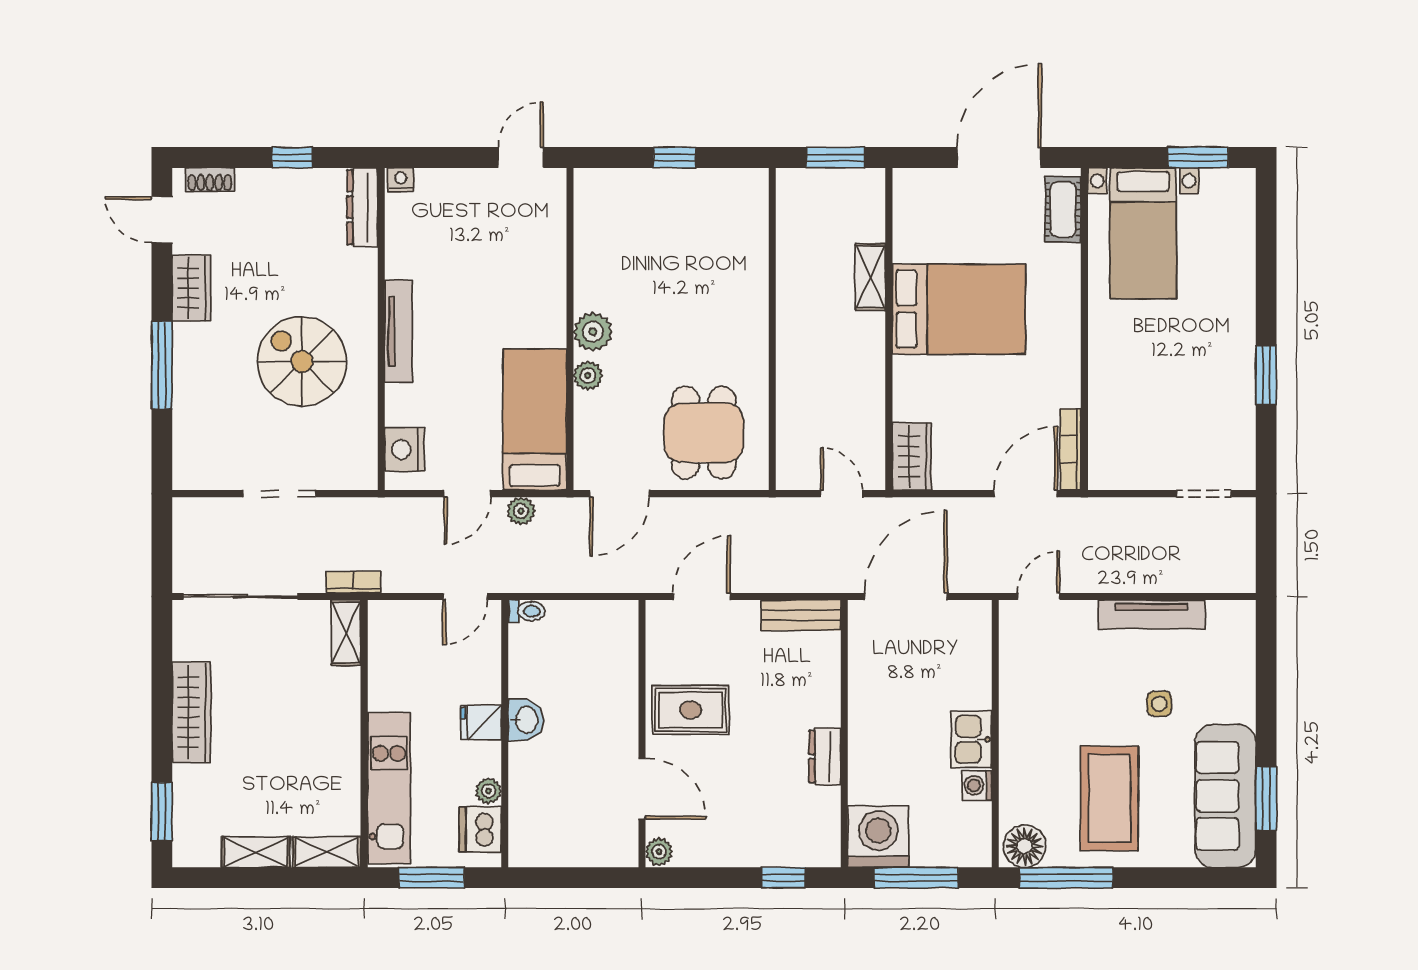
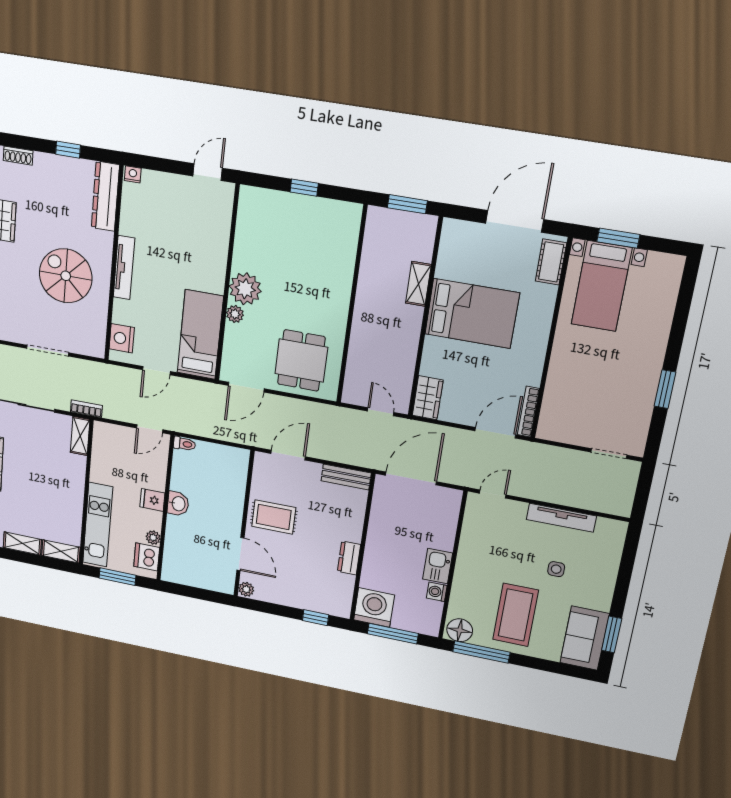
window: (1198, 157) -> (618, 238), moved
dresser: (362, 207) -> (105, 196), width x1.37, depth x1.24
plant: (593, 332) -> (245, 289), width x1.36, depth x1.36
plant: (521, 511) -> (187, 386), removed
sofa: (1225, 796) -> (585, 638), width x0.73

